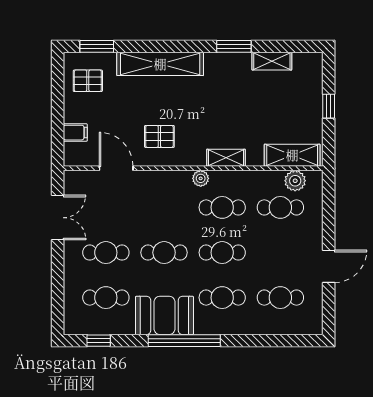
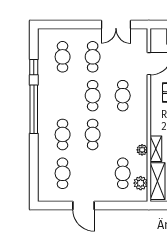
shelving: (226, 158) -> (156, 149), moved
plant: (201, 178) -> (142, 150), moved
cafe table: (222, 207) -> (123, 96), moved
booth: (164, 315) -> (51, 96), removed
window: (99, 341) -> (34, 67), moved

